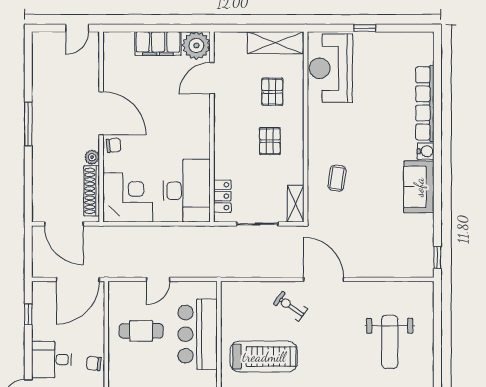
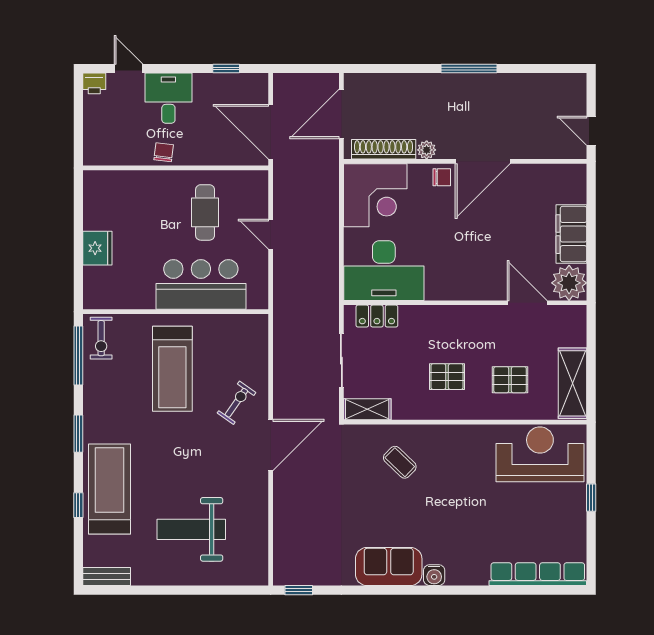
row of seats: (425, 103) -> (538, 574), moved
chair: (114, 145) -> (442, 177), turned -84
coffee table: (337, 178) -> (400, 462), turned 36

